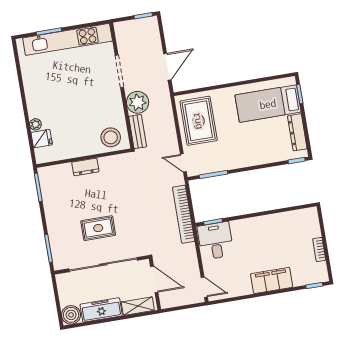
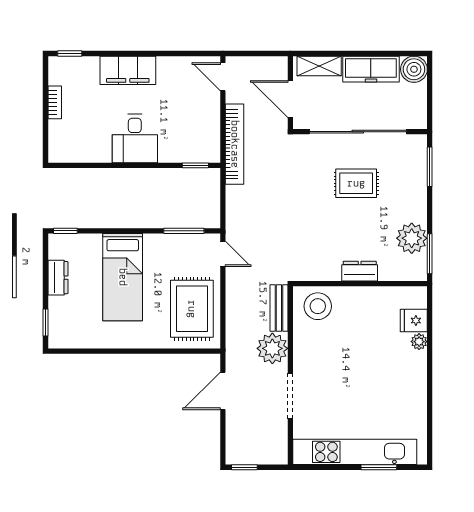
bed: (268, 104) -> (123, 277), moved, turned 90
dresser: (297, 132) -> (58, 278), width x0.70
plant: (53, 196) -> (412, 238), added
bookcase: (184, 214) -> (235, 144), moved
desk: (215, 241) -> (135, 139), moved

